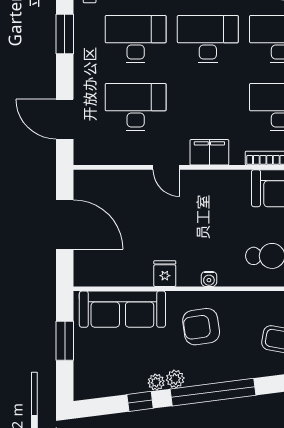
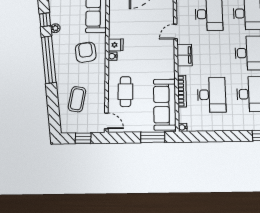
fridge: (165, 274) -> (116, 45), moved
plant: (175, 379) -> (57, 39), removed

